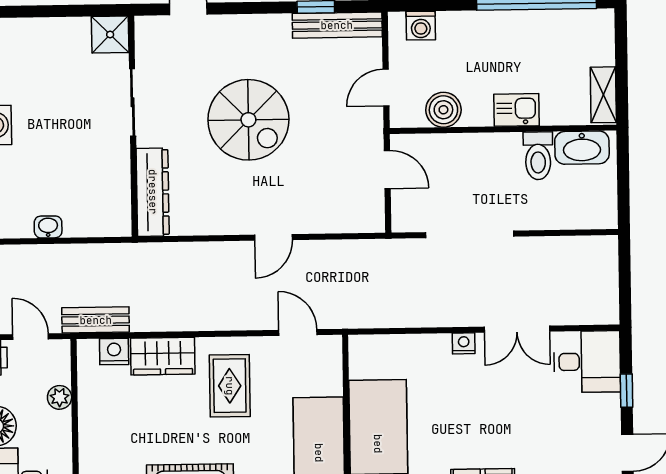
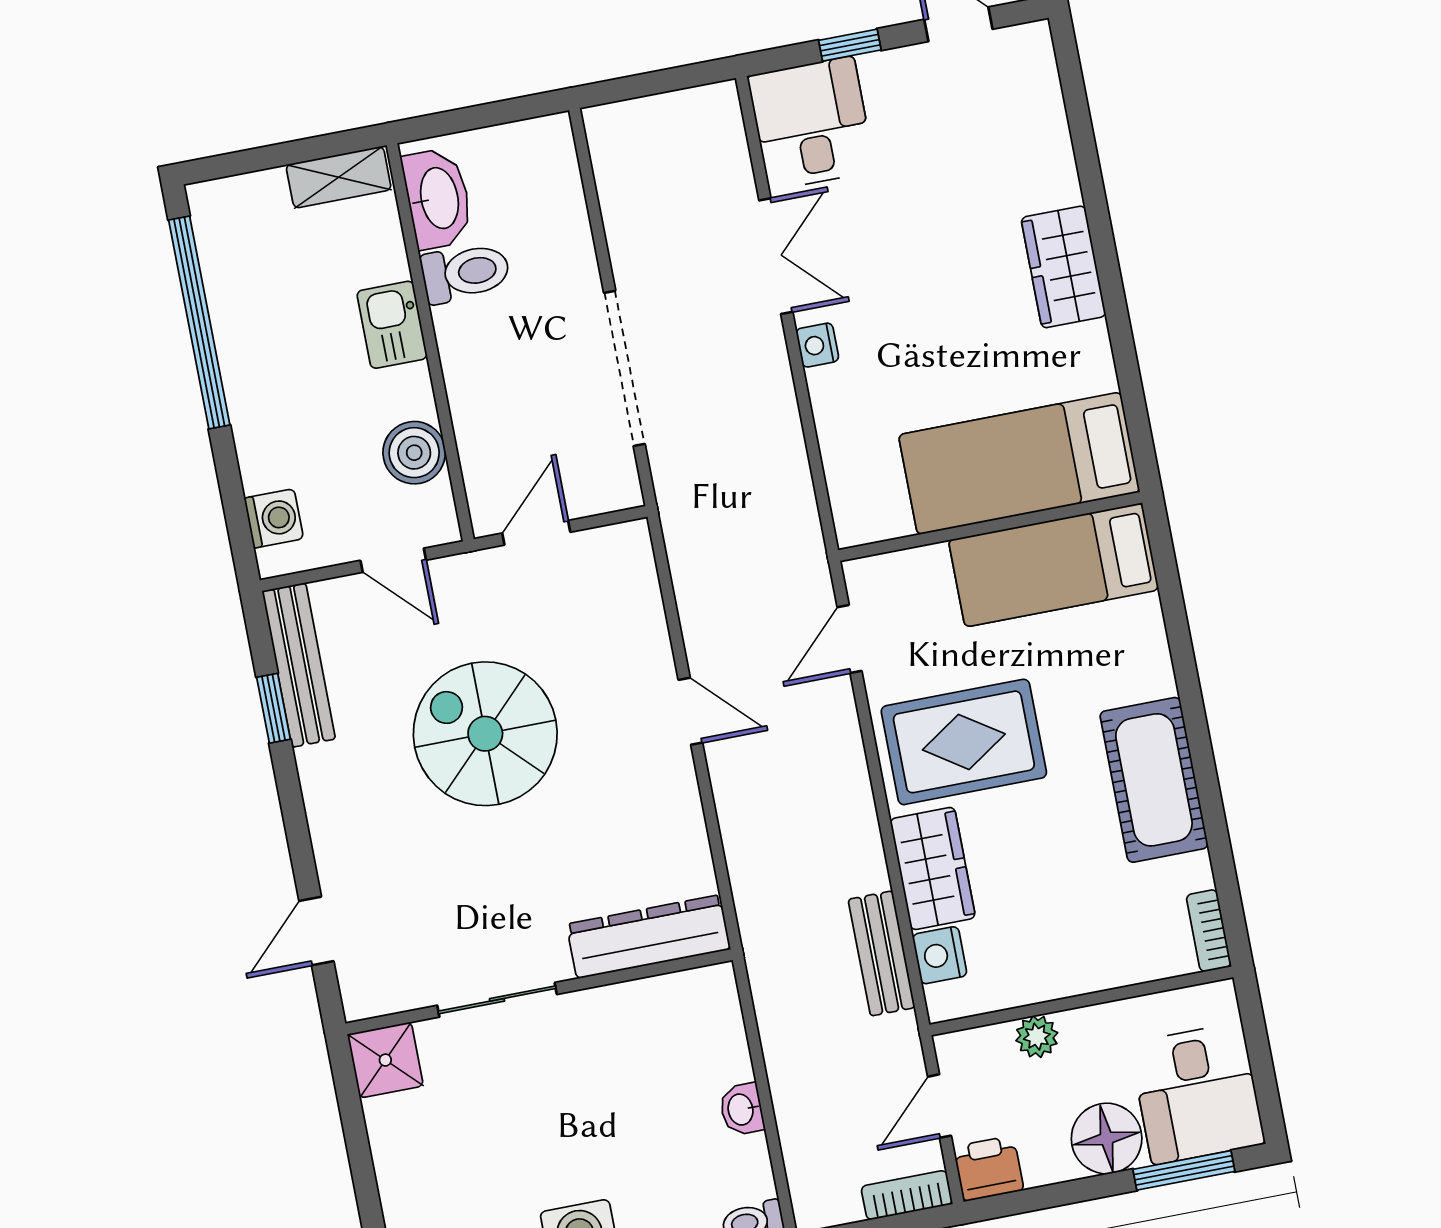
spiral stairs: (248, 120) -> (485, 734), moved, turned -90
bench: (96, 320) -> (882, 953), moved
rug: (230, 386) -> (964, 742), width x1.36, depth x1.43

